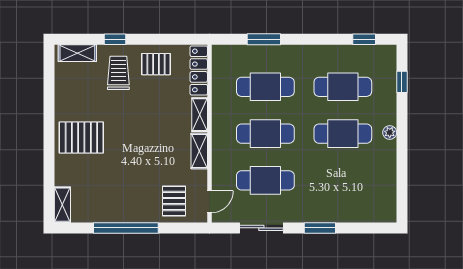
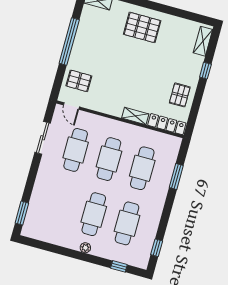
trolley: (118, 73) -> (181, 66), removed
pallet: (81, 138) -> (142, 27), turned 90
shelving: (199, 151) -> (109, 109), removed
window: (320, 228) -> (22, 213), moved

